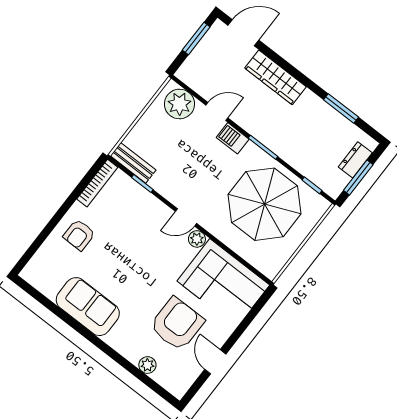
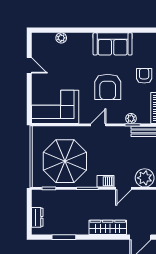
window: (358, 177) -> (29, 210), removed
plant: (197, 239) -> (131, 118), moved
armchair: (177, 324) -> (108, 87), moved

